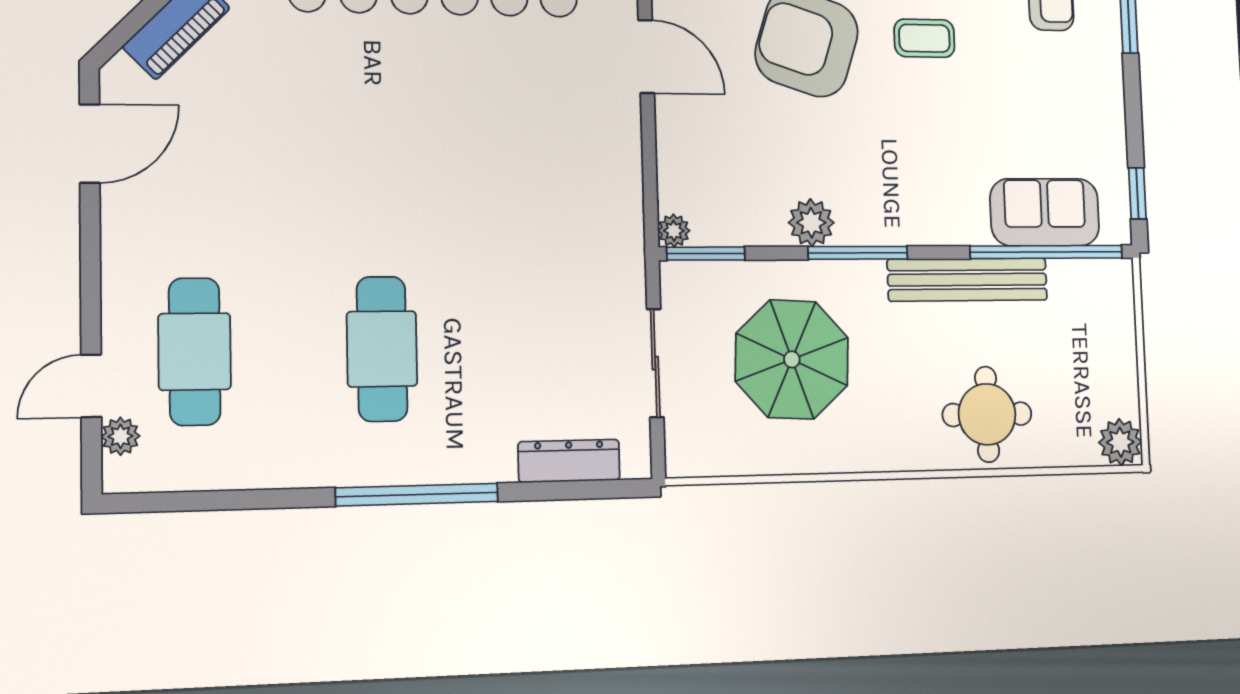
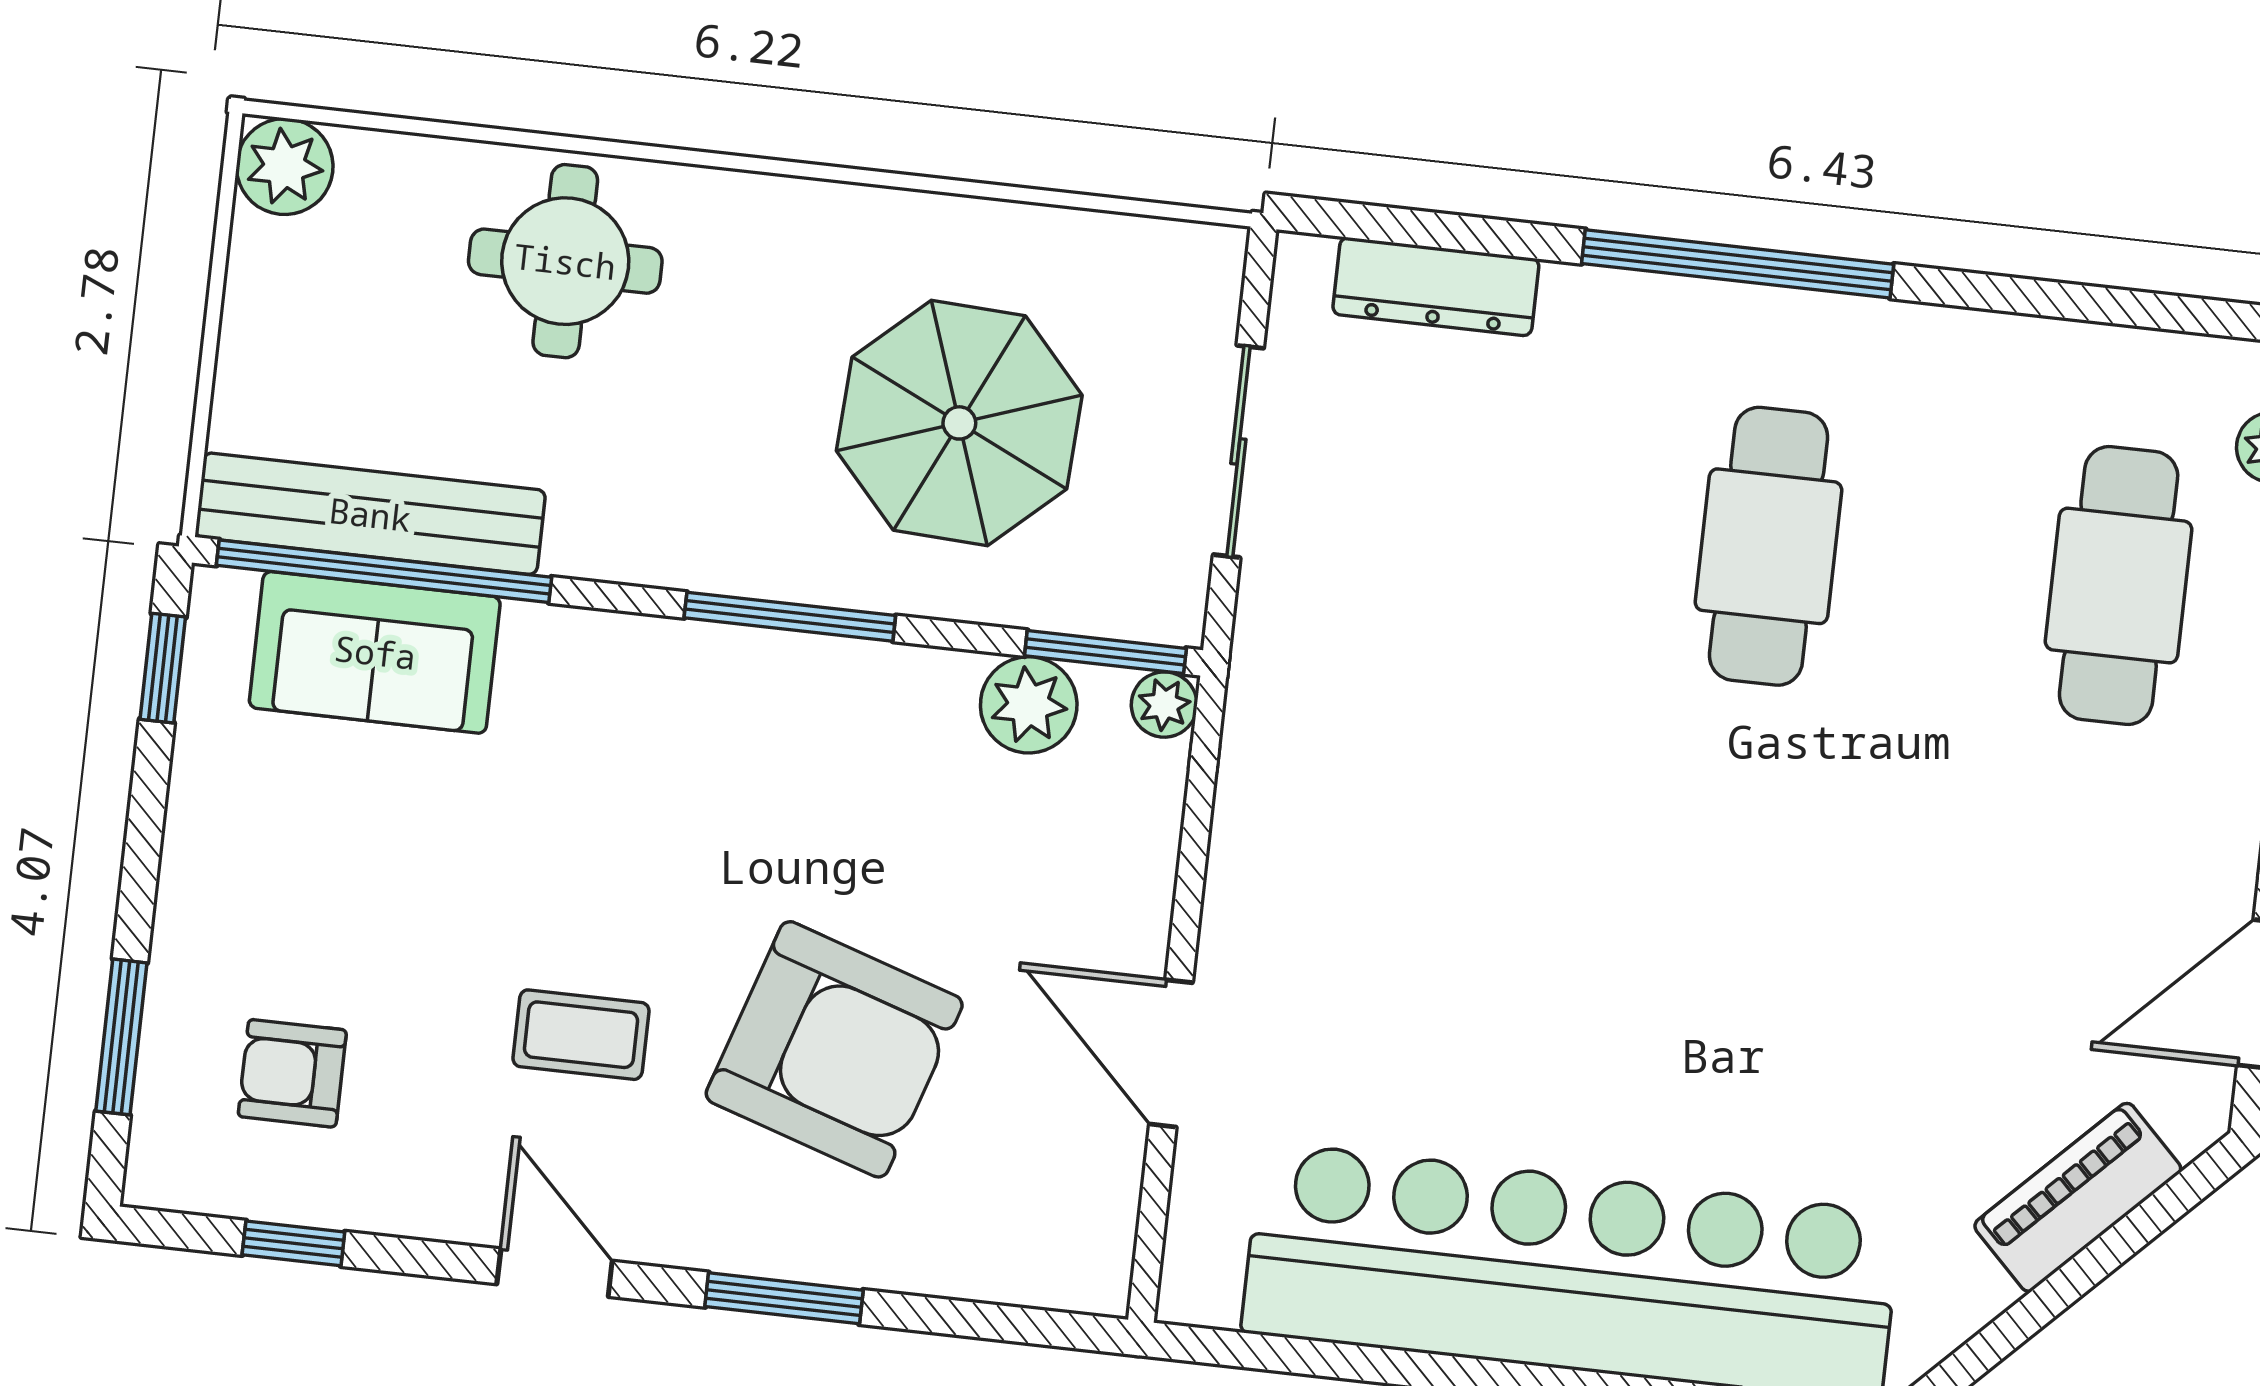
plant: (811, 223) -> (1029, 705), moved
bench: (968, 280) -> (370, 514), moved

